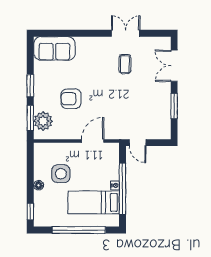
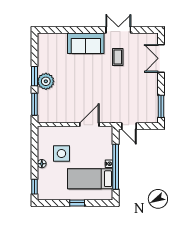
sofa: (54, 48) -> (86, 43), moved
armchair: (71, 99) -> (70, 87), removed
window: (174, 106) -> (161, 106), moved
plant: (43, 121) -> (46, 81), moved
window: (79, 230) -> (77, 203), width x0.32

